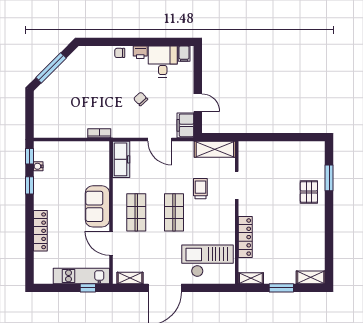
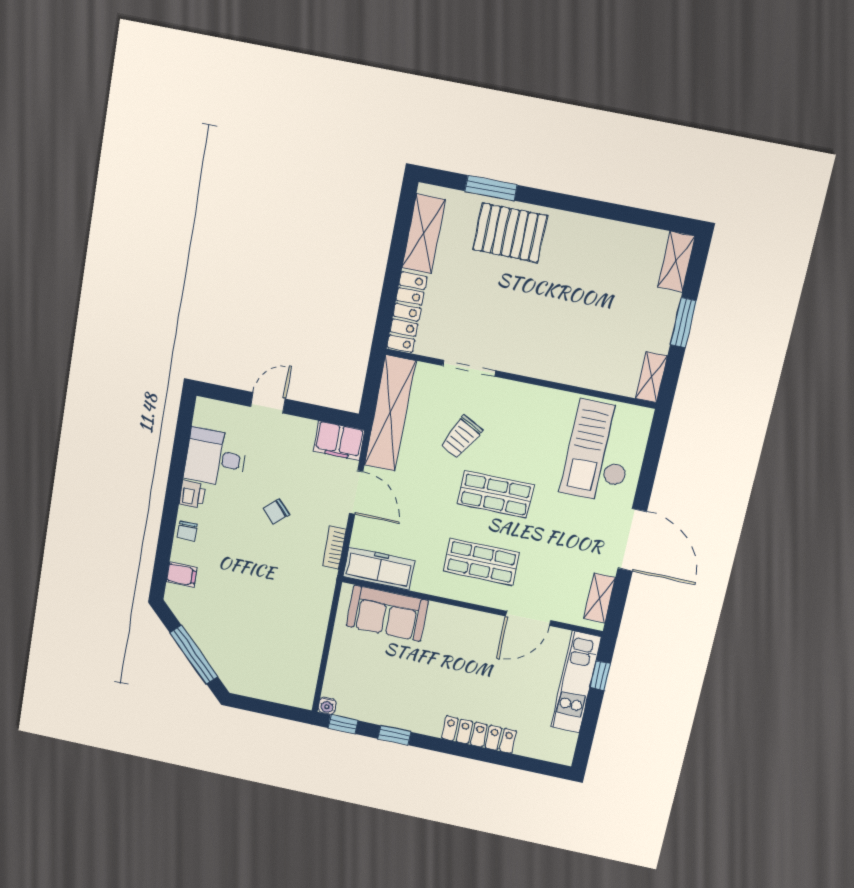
filing cabinet: (184, 54) -> (182, 575), moved
door: (198, 103) -> (268, 403), moved
bookcase: (99, 133) -> (334, 547), moved
door: (160, 139) -> (356, 493), hinge flipped
shelving: (215, 149) -> (390, 413), width x1.47
shelving: (300, 149) -> (424, 234), added
water cooler: (38, 166) -> (327, 706), moved
trolley: (200, 189) -> (461, 437), turned -62
pallet: (309, 192) -> (510, 233), width x1.50, depth x1.42
sofa: (97, 206) -> (387, 613), moved
locker: (245, 237) -> (407, 312), moved, turned 90

